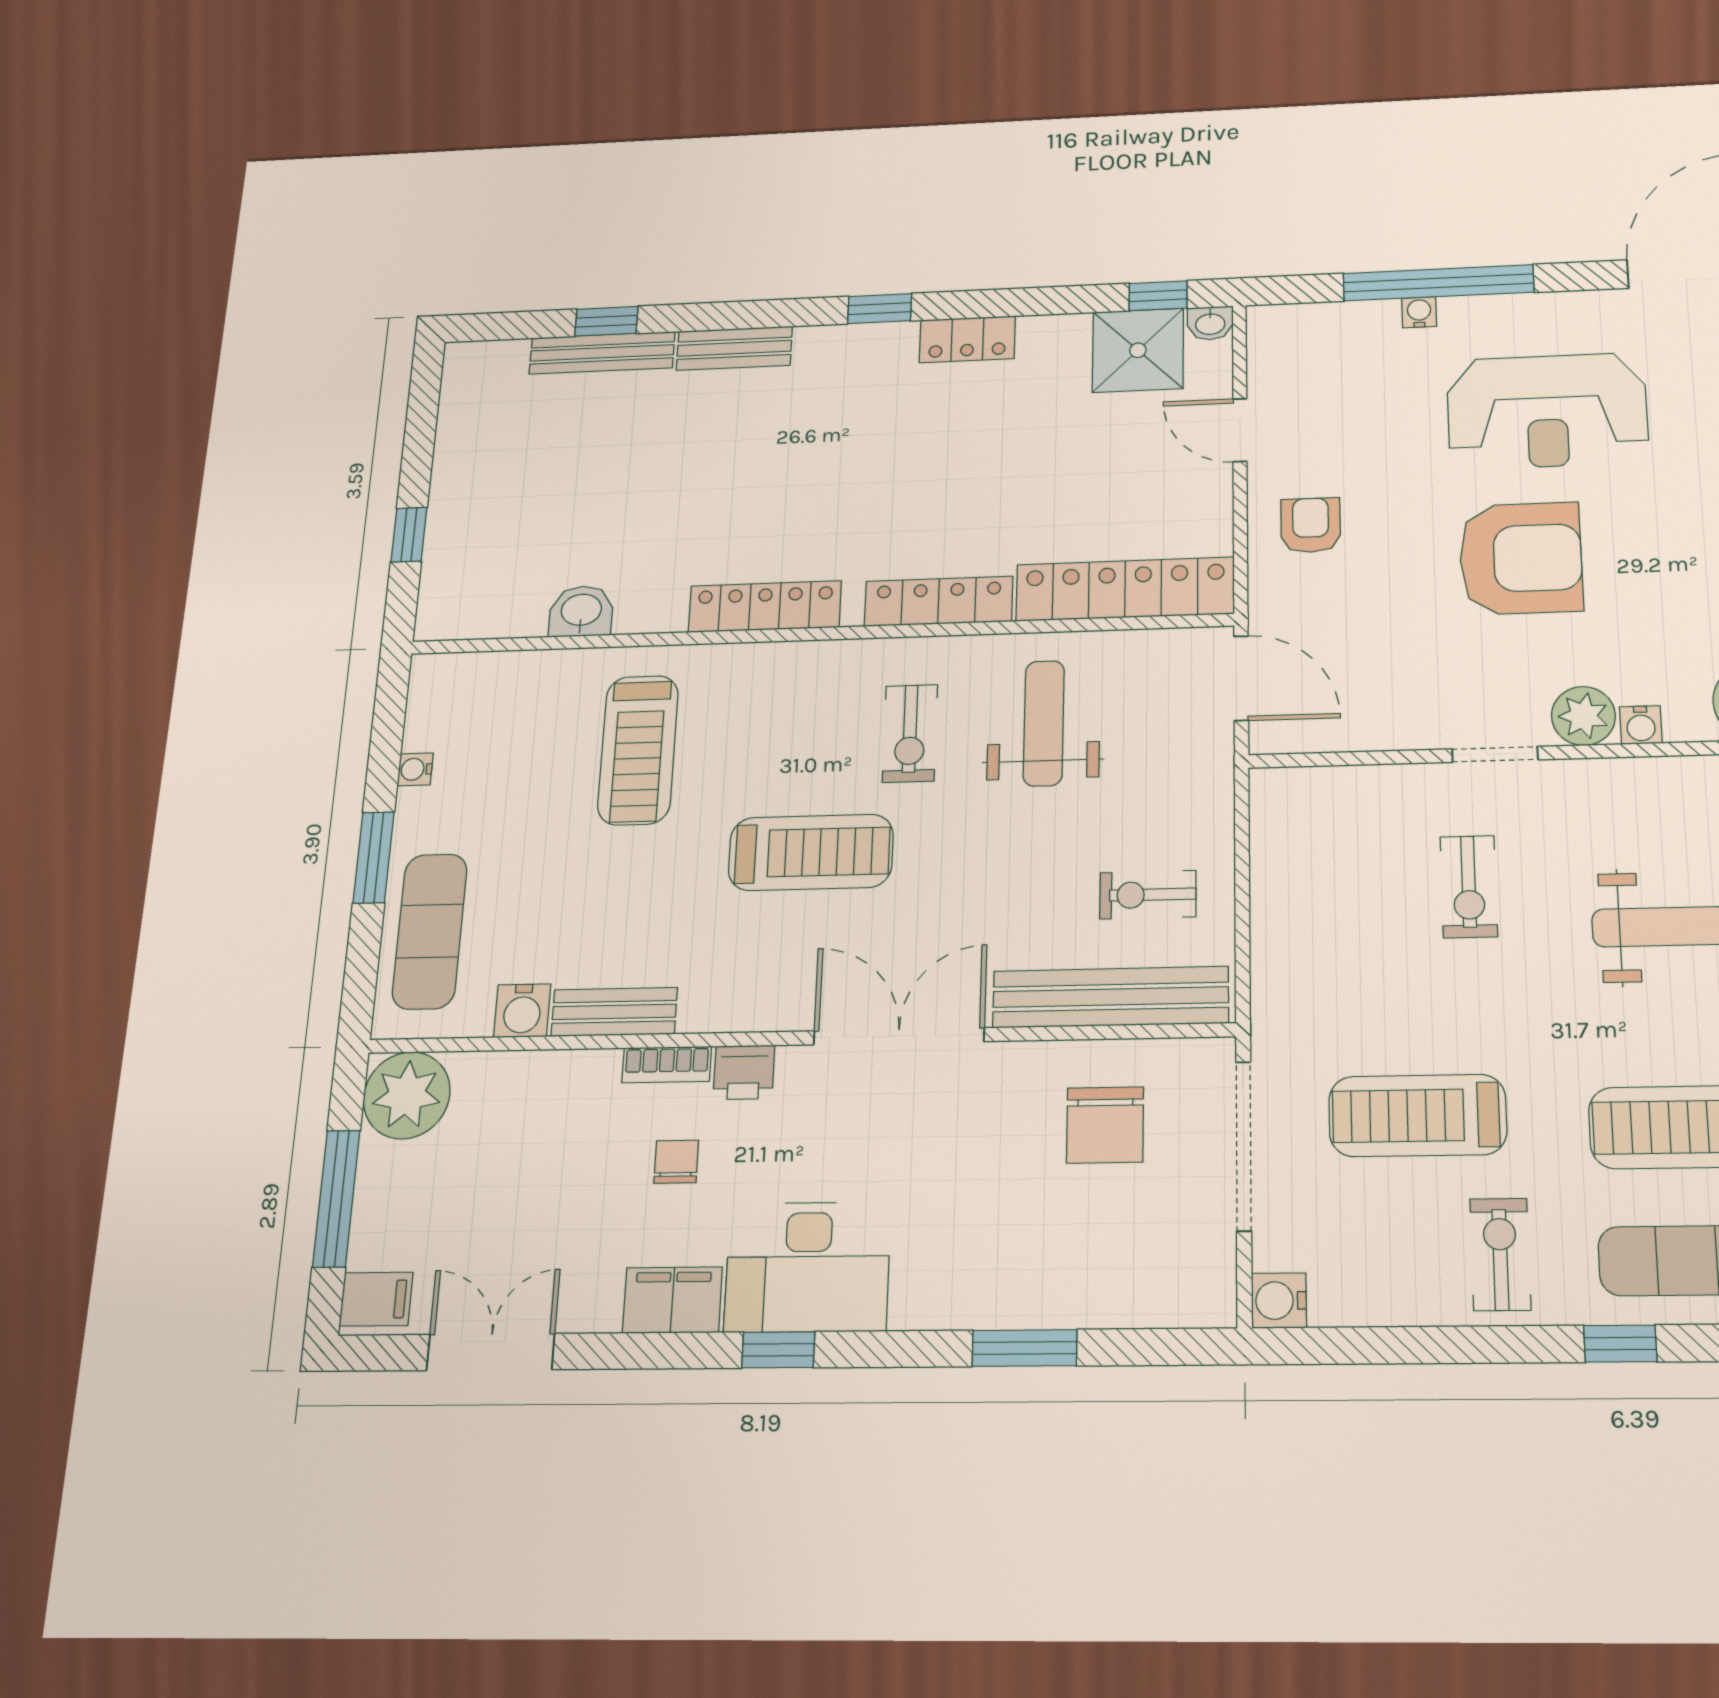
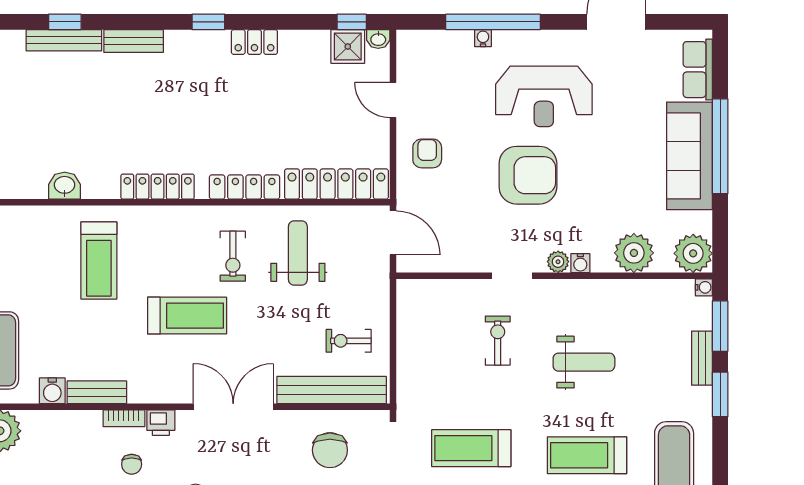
shower: (1138, 350) -> (348, 47), width x0.73, depth x0.73
plant: (1583, 716) -> (558, 262), width x0.73, depth x0.73
exercise bike: (1469, 887) -> (498, 341), turned 180
chair: (676, 1162) -> (132, 464), turned 180

